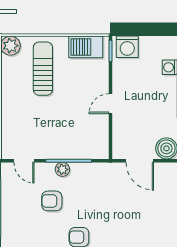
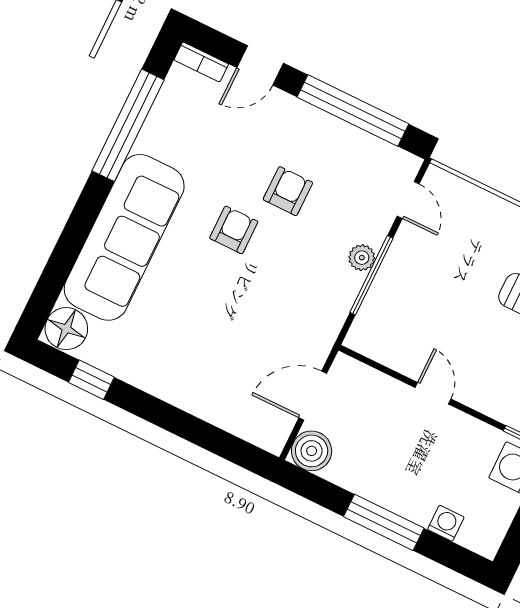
door: (24, 161) -> (408, 200), swing flipped
armchair: (52, 201) -> (288, 191), moved

